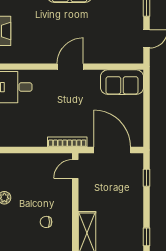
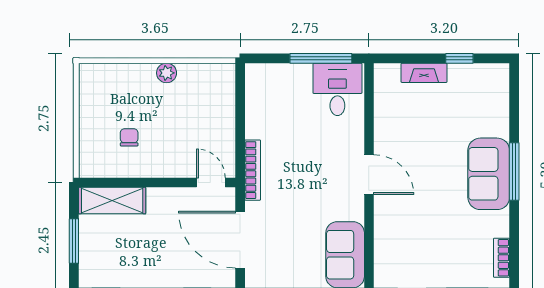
door: (112, 150) -> (240, 240), swing flipped

